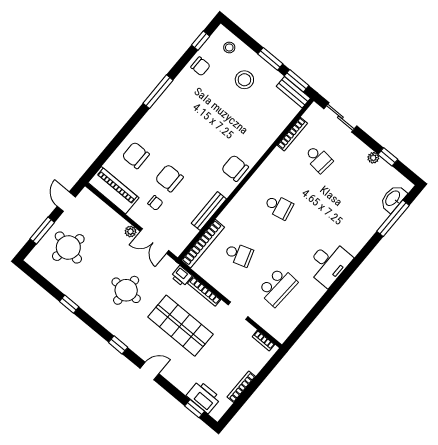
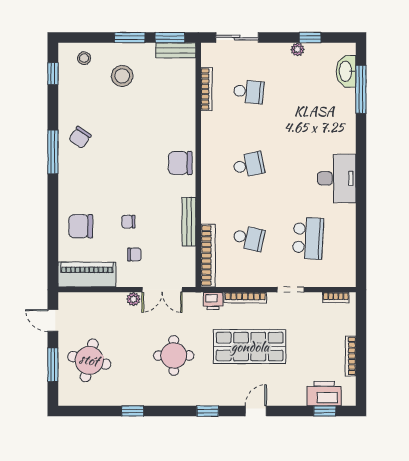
chair: (200, 66) -> (80, 137), moved, turned 124
chair: (169, 178) -> (128, 222), width x0.54, depth x0.54
school desk: (239, 254) -> (249, 238), turned 30

